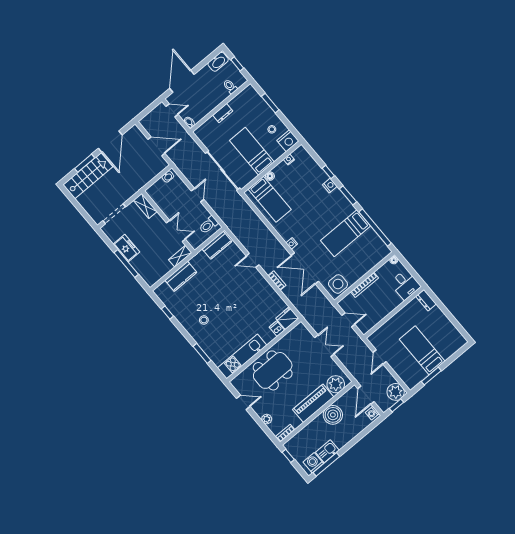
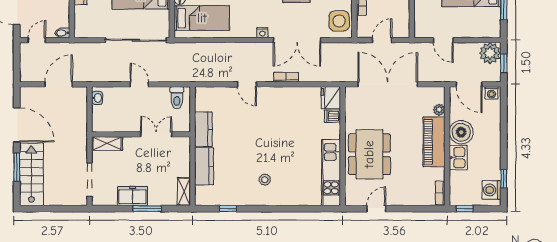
kitchen counter: (217, 245) -> (203, 129), moved
shelving: (180, 256) -> (184, 192), moved
door: (253, 260) -> (247, 84), hinge flipped
window: (126, 263) -> (147, 209), width x0.69
double door: (324, 346) -> (388, 84), width x1.87
window: (202, 353) -> (296, 209), removed
plant: (336, 384) -> (439, 110), width x0.53, depth x0.53
plant: (267, 419) -> (411, 200), removed
kitchen sink: (327, 451) -> (458, 158), moved, turned 180
window: (326, 464) -> (504, 179), width x0.46

